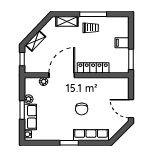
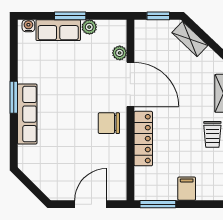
chair: (82, 109) -> (109, 123), moved
door: (131, 109) -> (91, 204), moved
row of seats: (91, 135) -> (27, 114), moved

